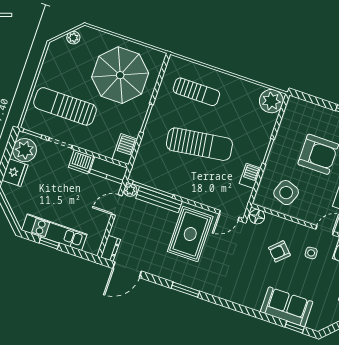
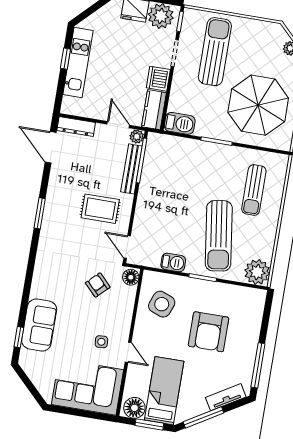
sun lounger: (199, 144) -> (219, 236), moved
rug: (190, 234) -> (100, 209), width x0.73, depth x0.70
dresser: (110, 248) -> (76, 127), width x1.44
armchair: (279, 251) -> (98, 285), moved

